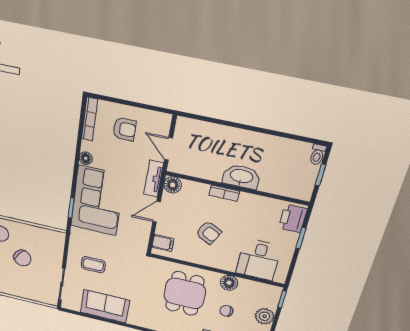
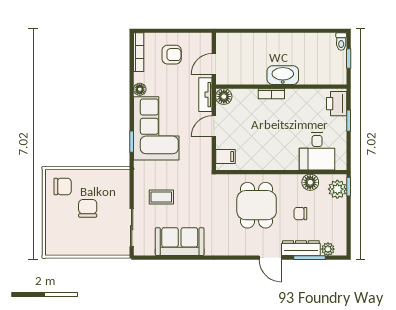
door: (168, 149) -> (214, 64), hinge flipped
armchair: (209, 232) -> (266, 135), removed
chair: (22, 258) -> (88, 208), turned -128
floor lamp: (229, 283) -> (310, 182), moved
plant: (265, 316) -> (337, 189), moved

